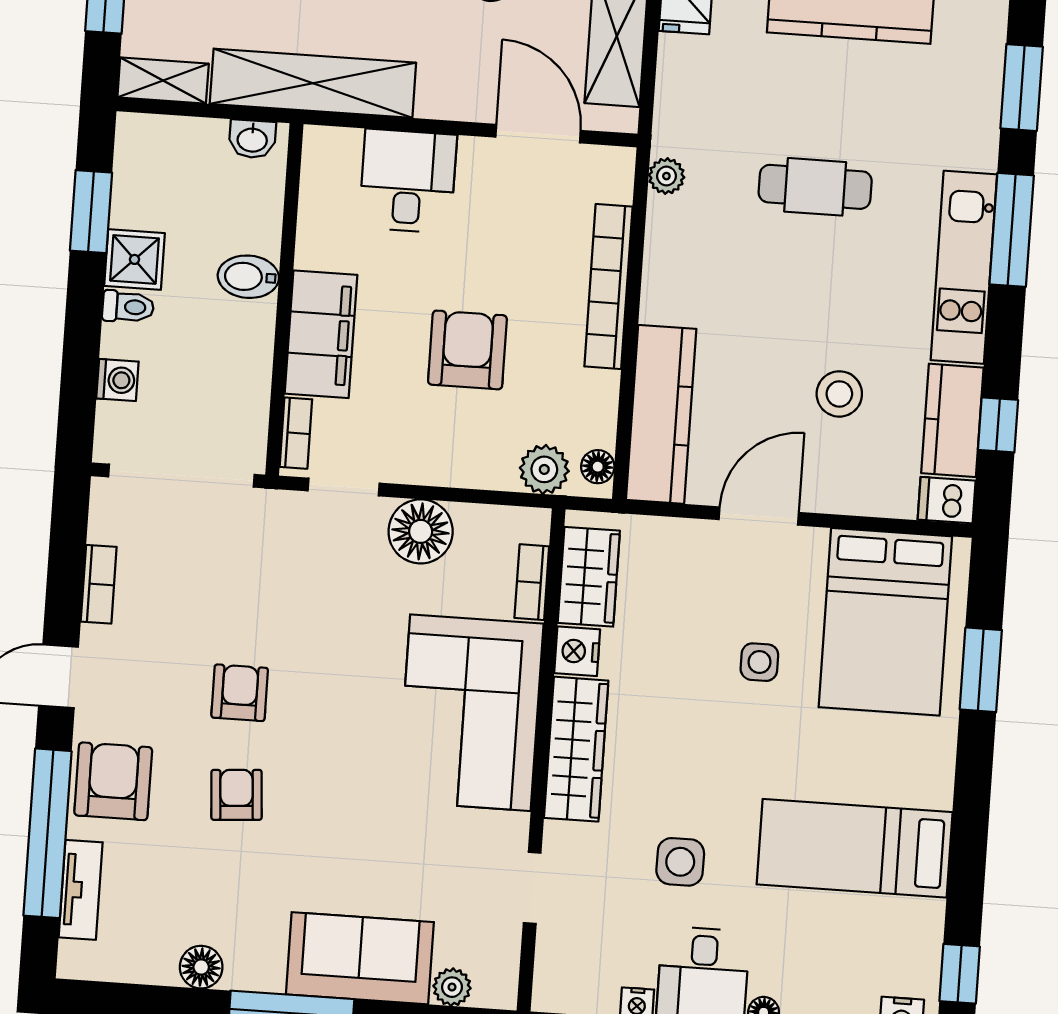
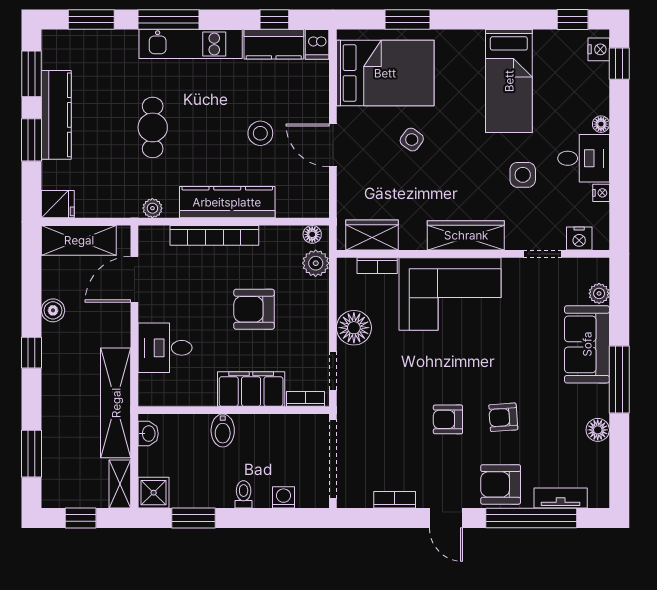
shower: (134, 259) -> (154, 493), moved
stool: (839, 394) -> (260, 133), moved
kitchen counter: (661, 414) -> (227, 202), moved
nightstand: (577, 651) -> (579, 239), moved
side table: (759, 662) -> (412, 140), turned 36

